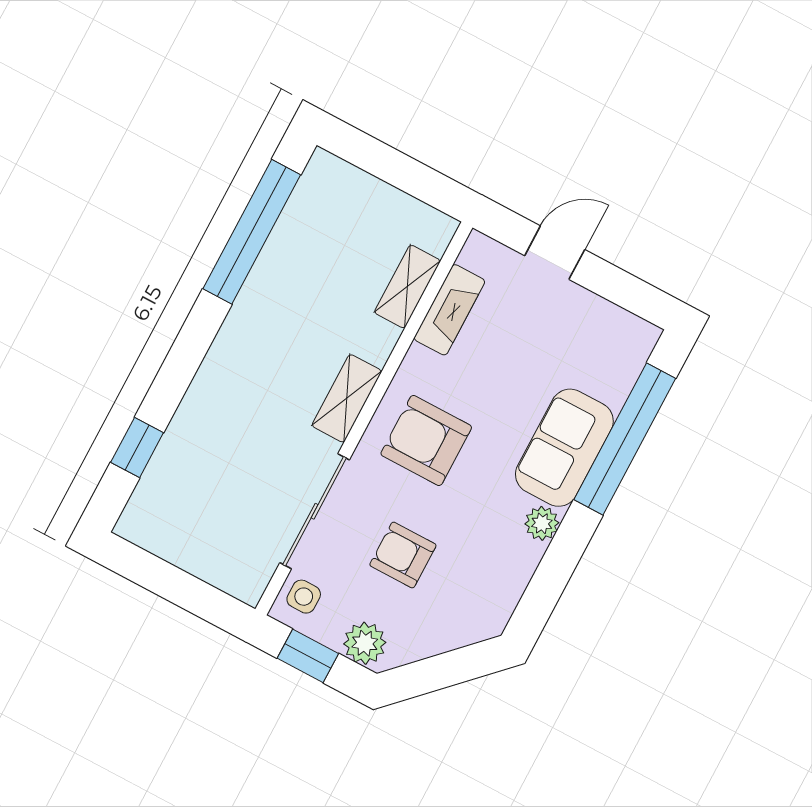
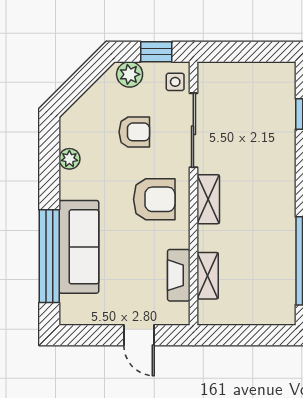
door: (555, 253) -> (139, 335), hinge flipped
sofa: (564, 448) -> (79, 247), width x1.36
plant: (542, 523) -> (69, 159), moved

